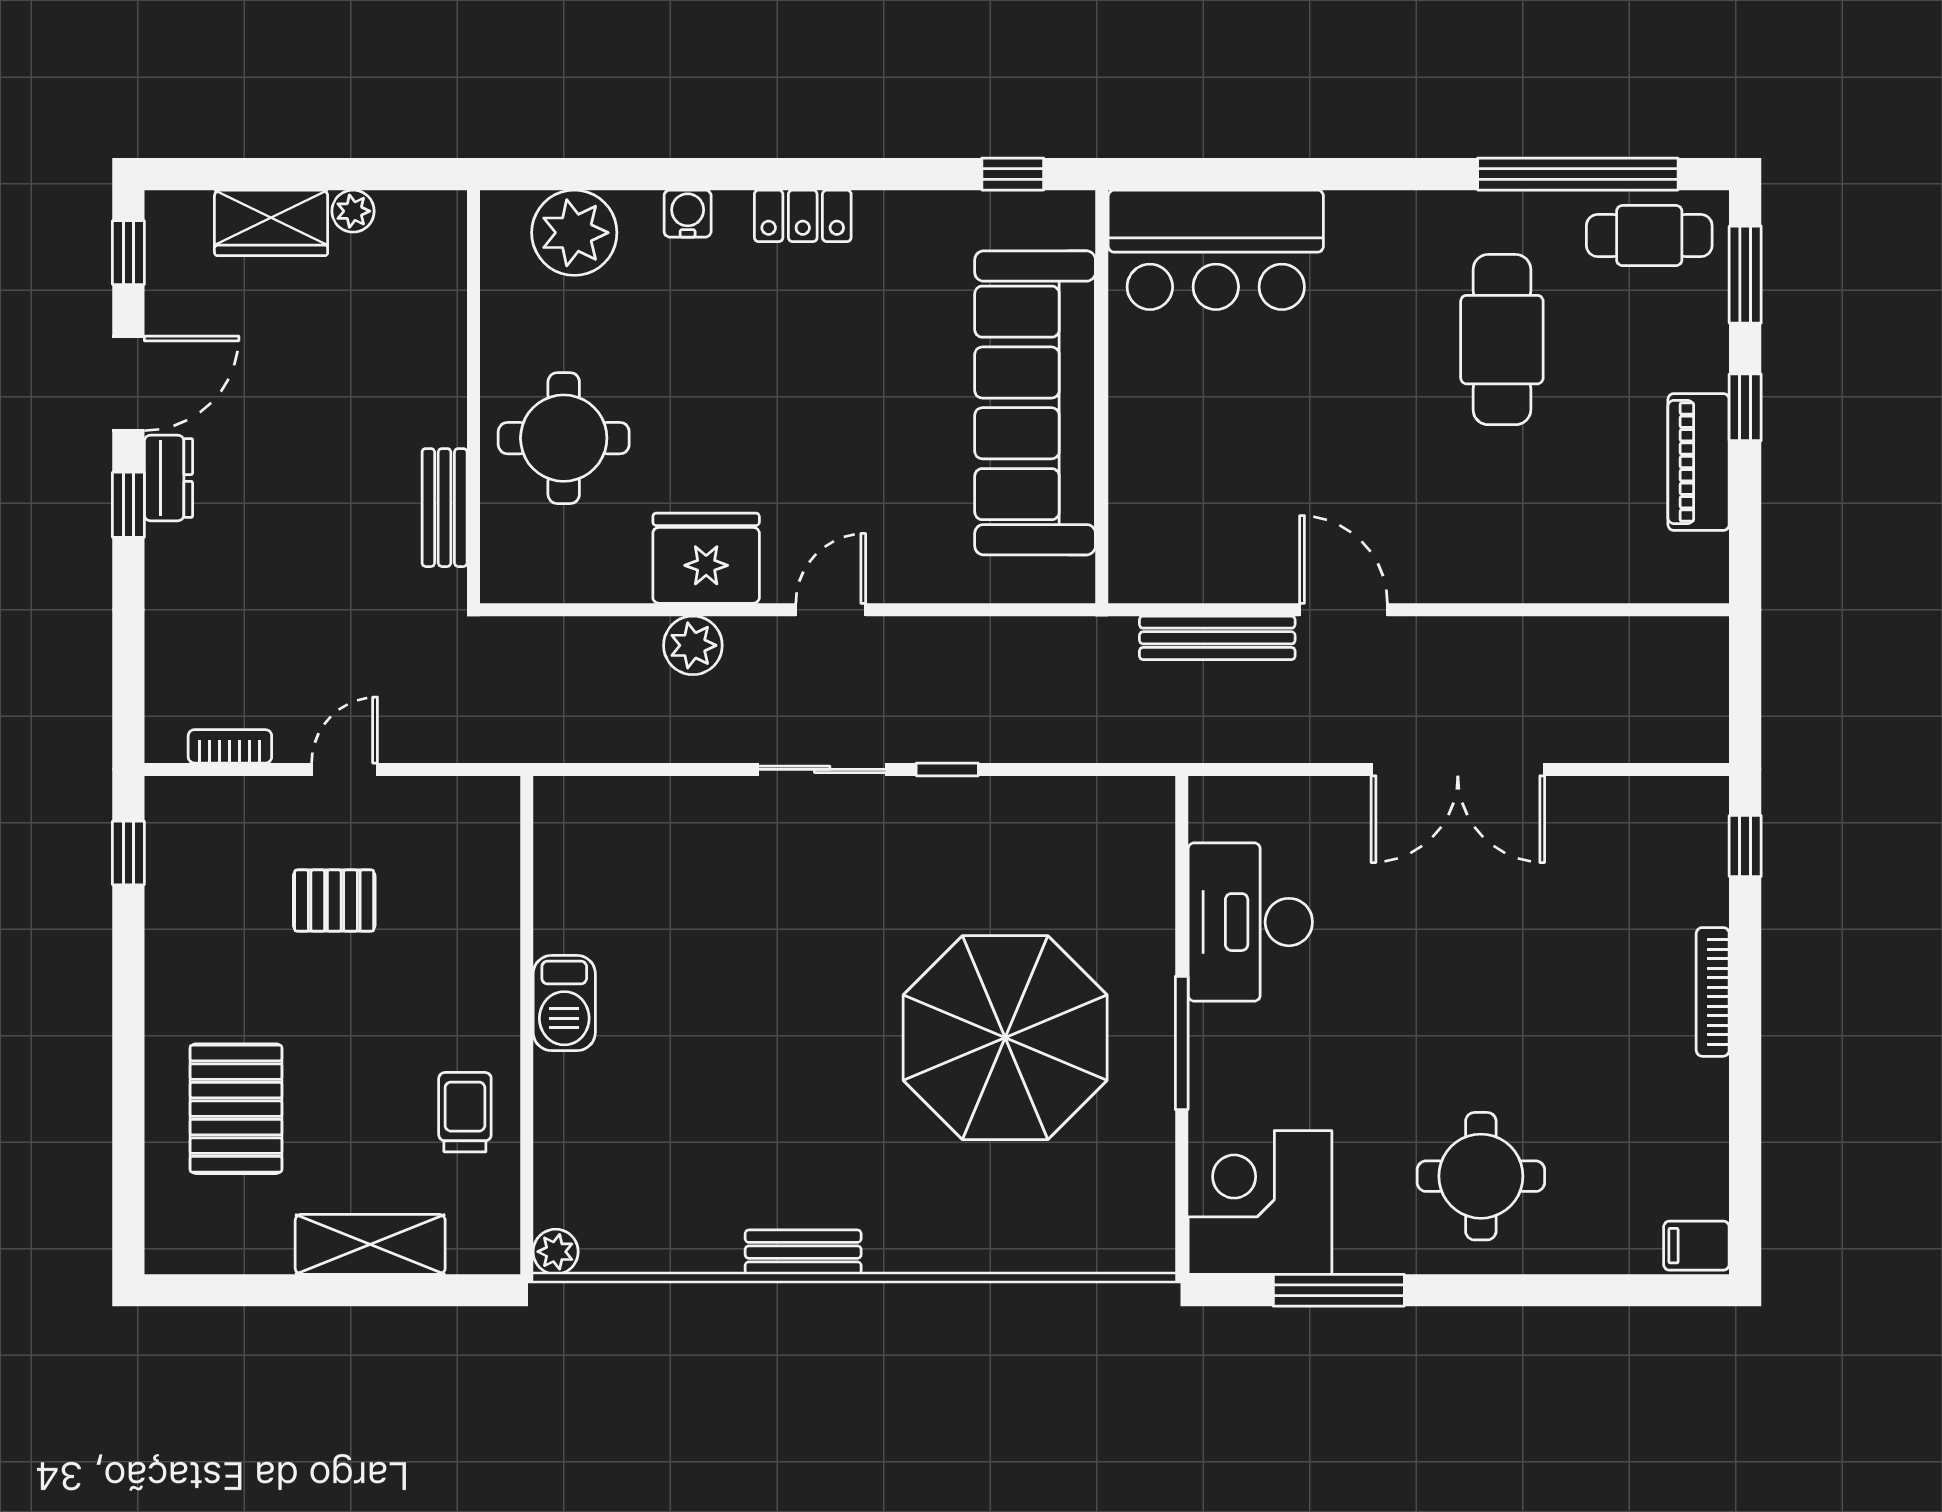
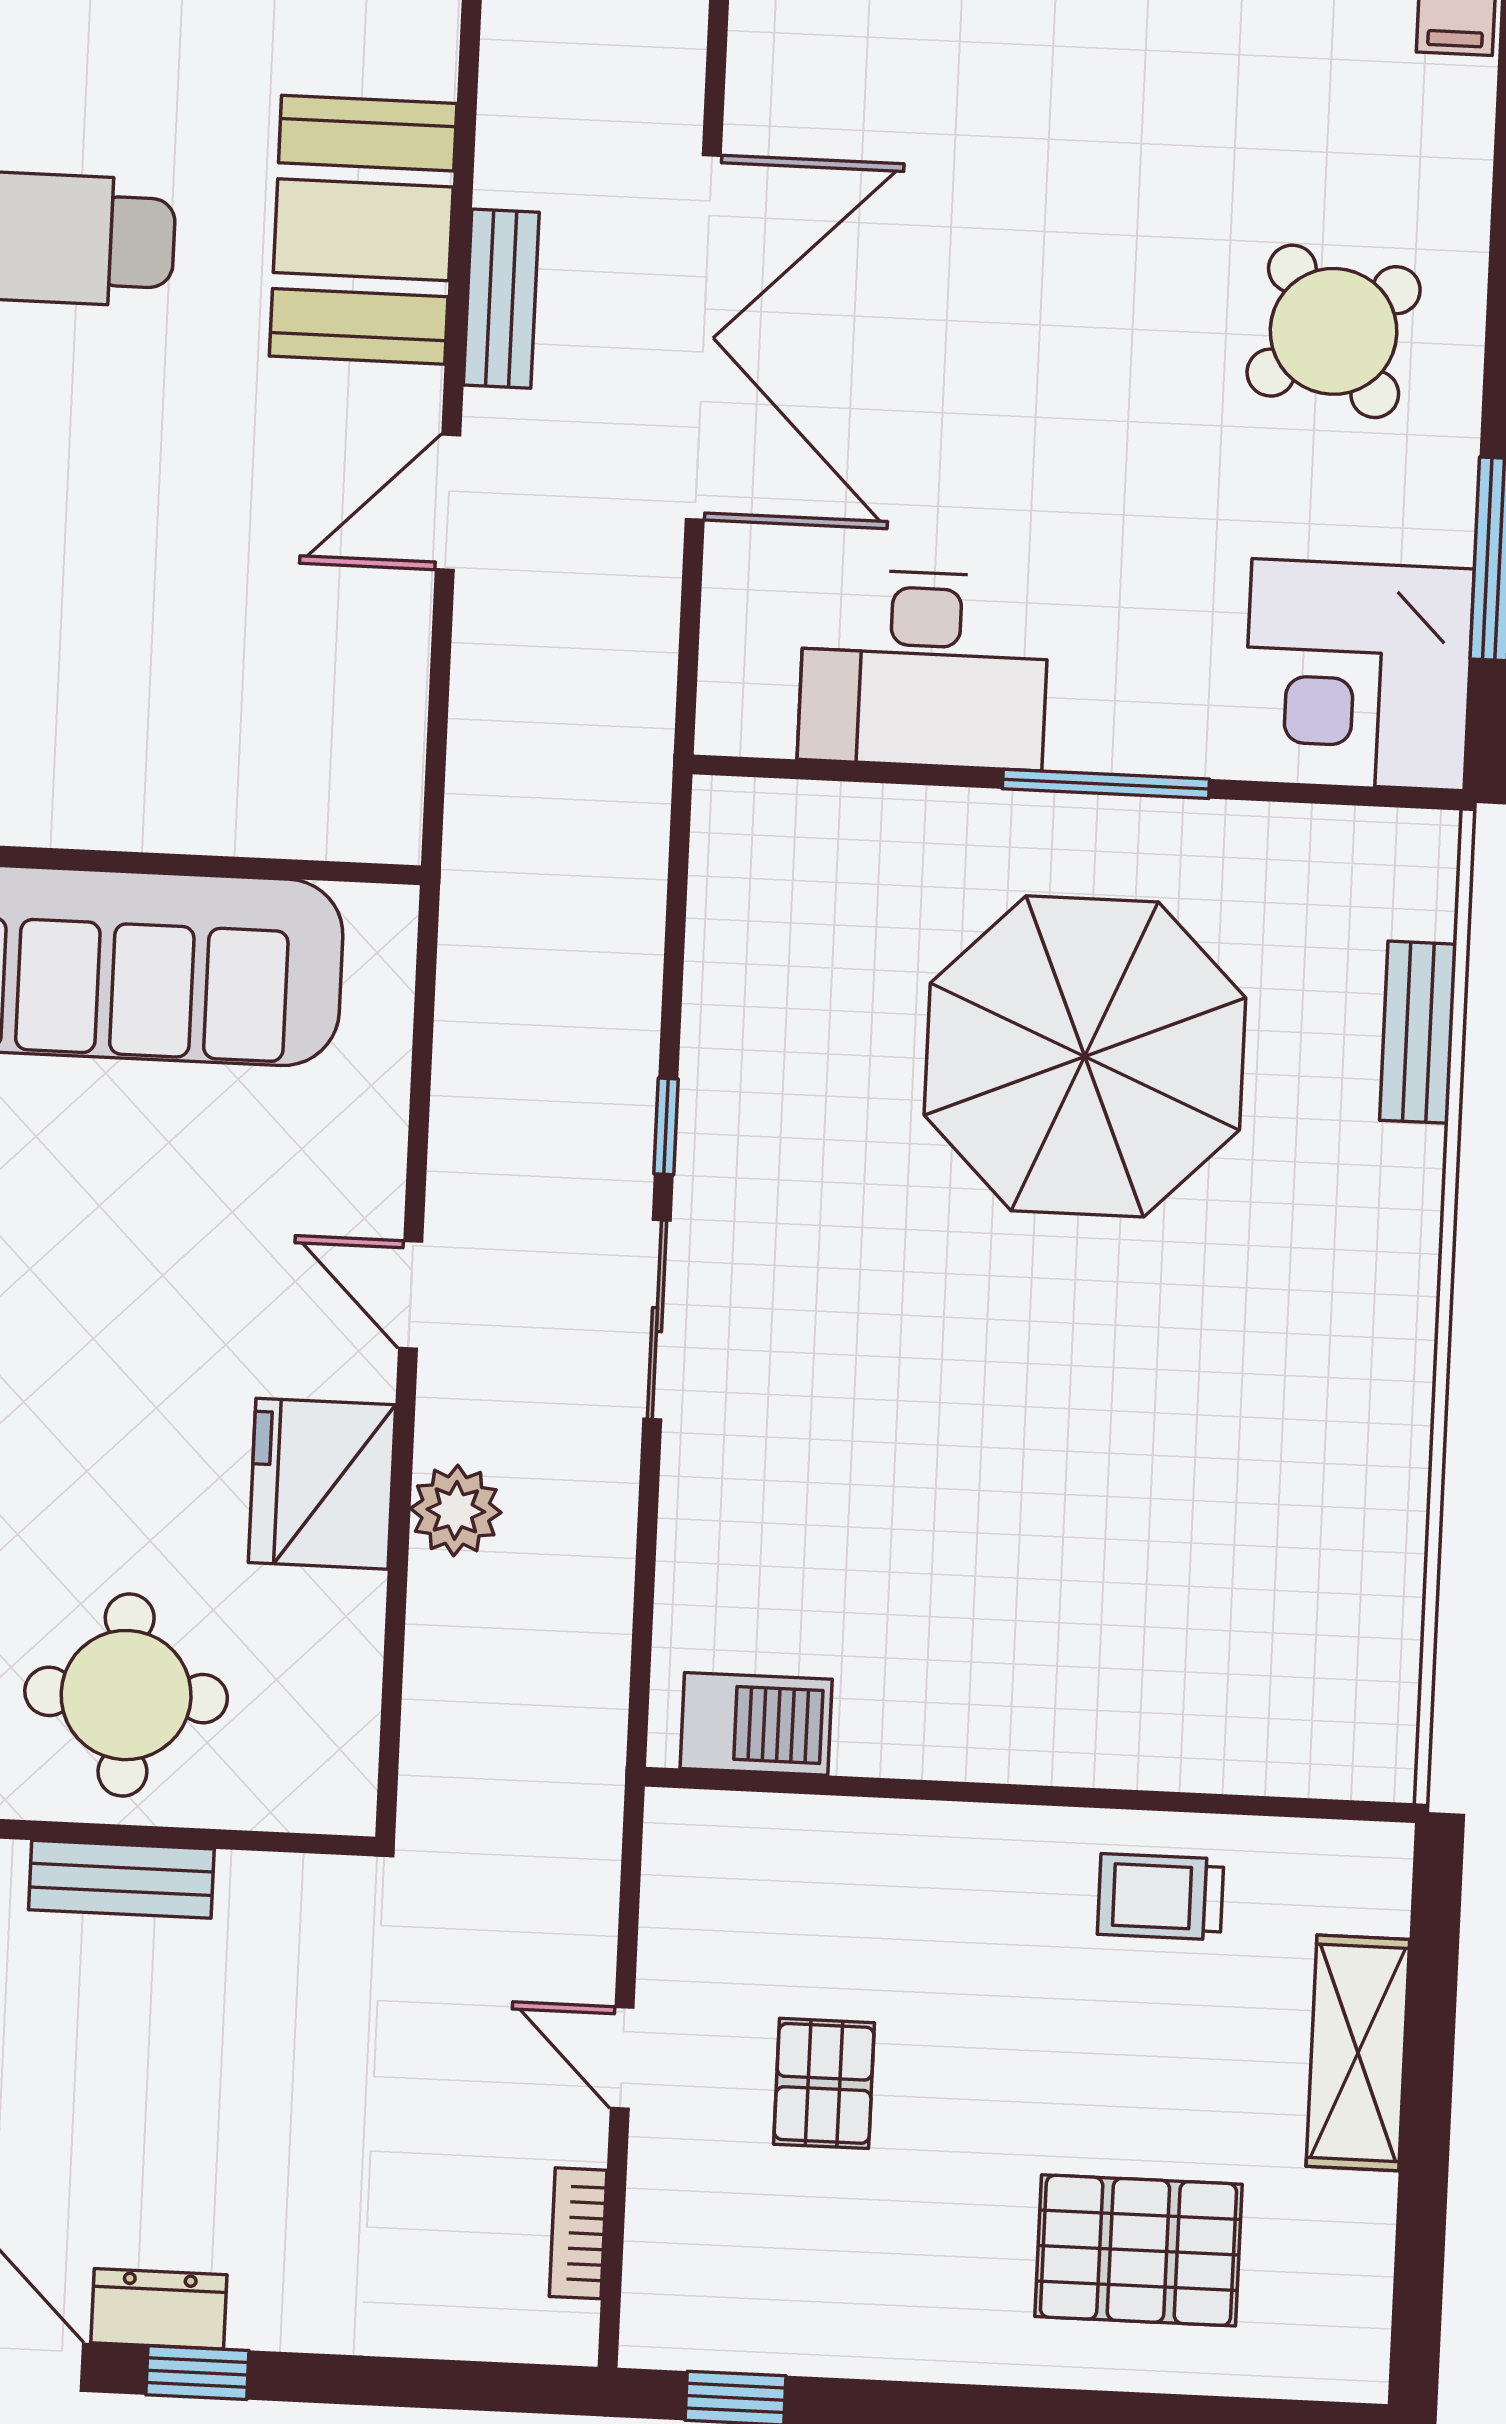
bench: (445, 508) -> (121, 1879), moved
booth: (1517, 547) -> (363, 230), added
bench: (1217, 638) -> (501, 299), moved, width x0.73
double door: (1458, 769) -> (703, 337), width x1.36
barbecue: (564, 1003) -> (756, 1724), moved
round table: (1481, 1176) -> (1334, 331), turned -36
plant: (556, 1252) -> (1383, 1767), removed
bench: (803, 1252) -> (1418, 1032), moved

